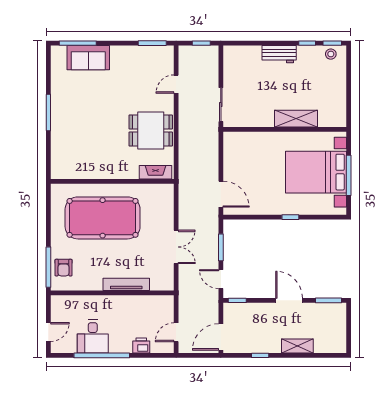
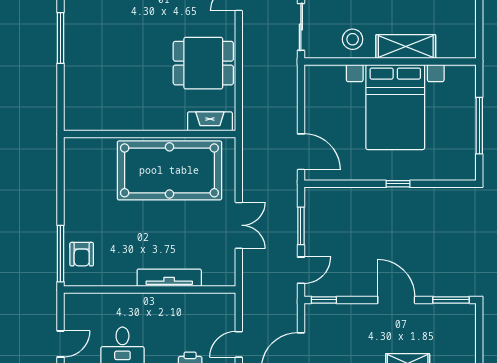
stool: (258, 113) -> (353, 39), added
bed with nightstands: (316, 172) -> (395, 107), moved, turned -90
pool table: (103, 218) -> (169, 170), moved
door: (221, 279) -> (301, 270), swing flipped

